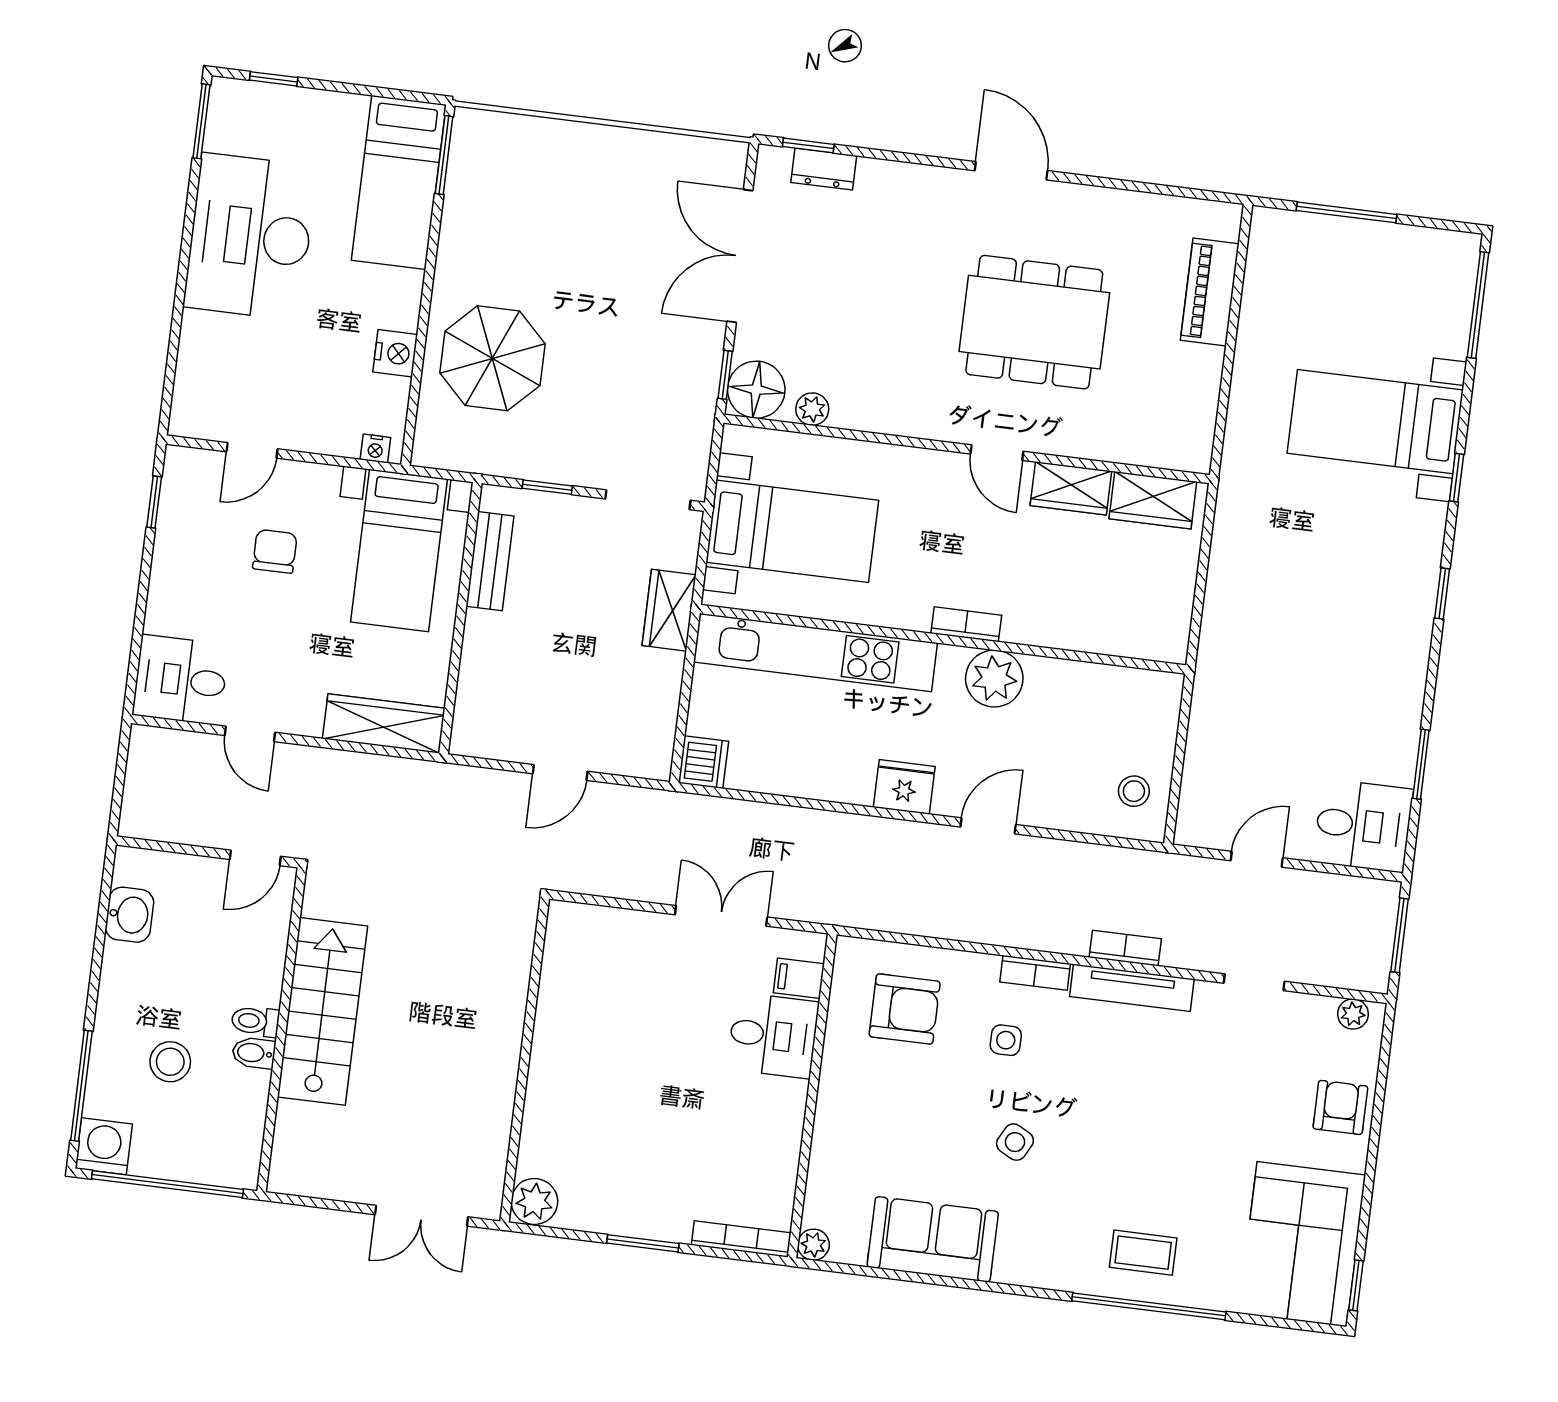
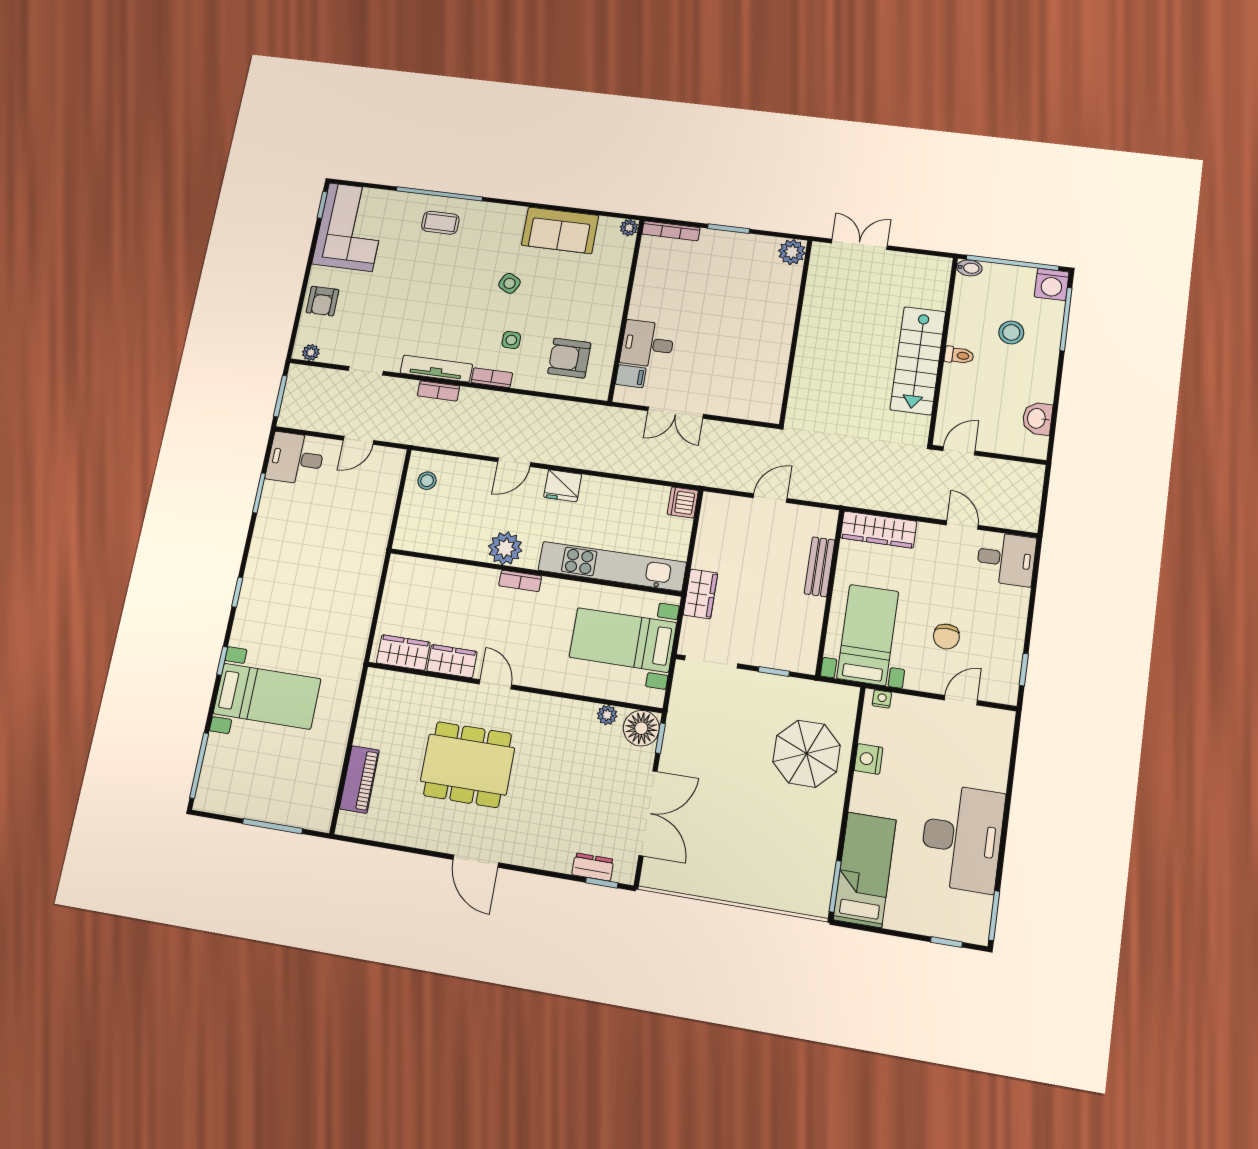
bench: (490, 561) -> (820, 567), moved
bidet: (254, 1053) -> (969, 268), moved

